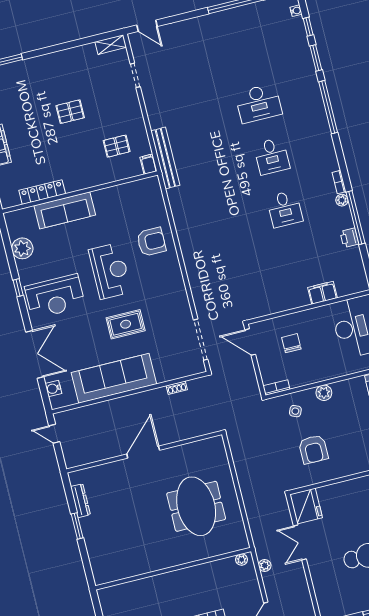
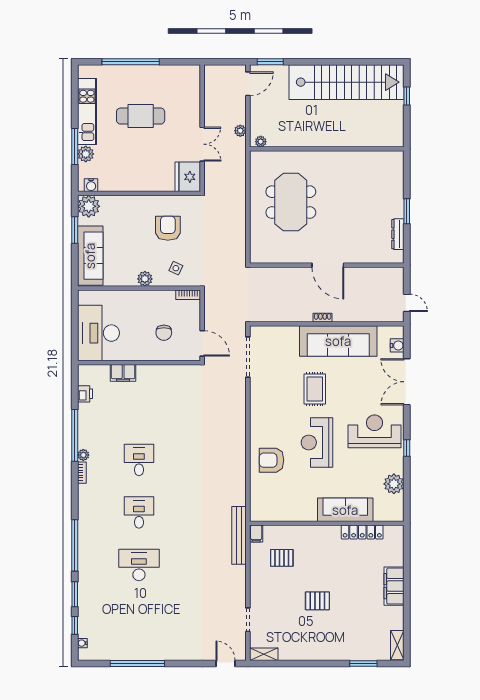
printer: (349, 238) -> (85, 394), moved
rug: (126, 324) -> (315, 389), turned 90
shoe rack: (177, 388) -> (323, 318), moved
door: (143, 452) -> (328, 265), hinge flipped

